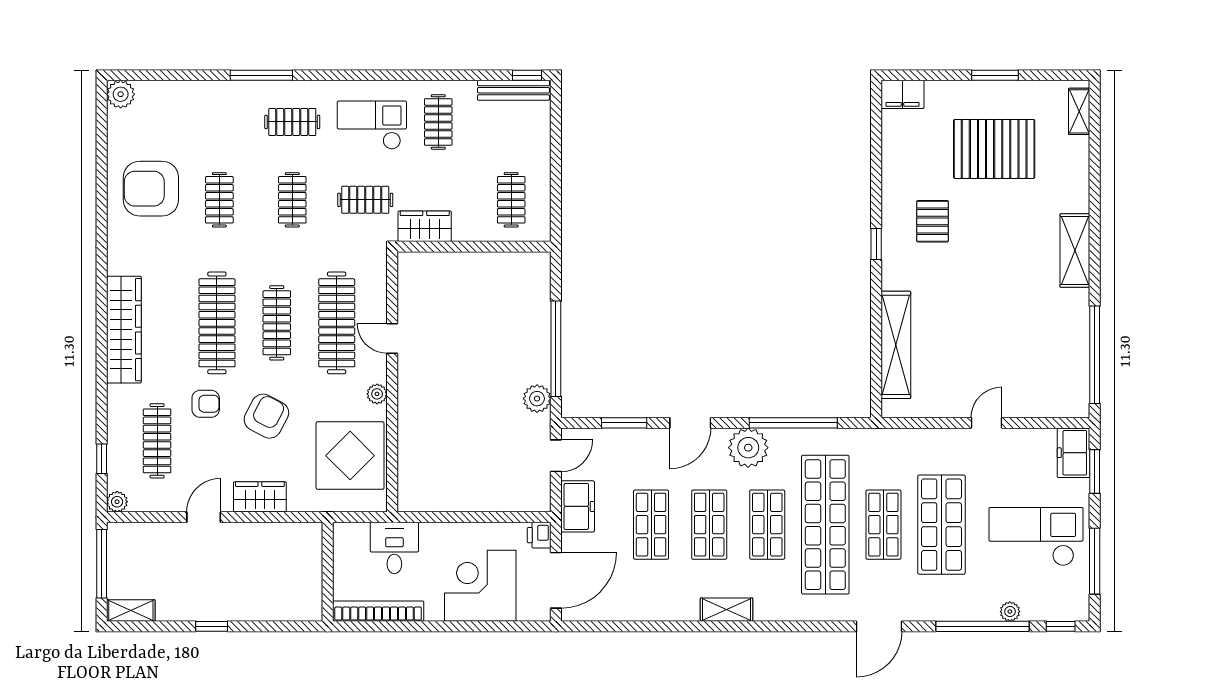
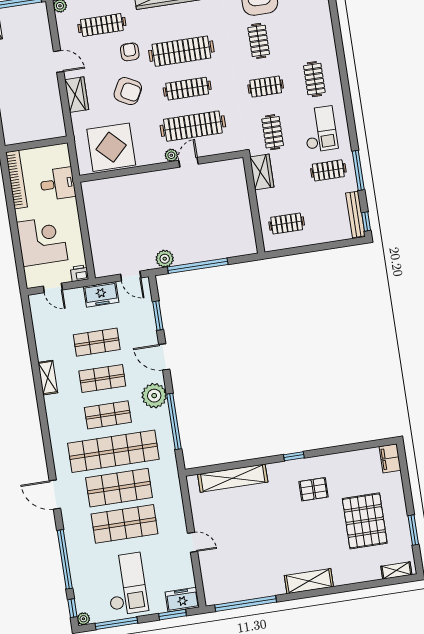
window: (261, 75) -> (358, 170), moved
window: (995, 75) -> (413, 530), moved
clothes rail: (219, 200) -> (259, 41), turned 90
plant: (377, 394) -> (171, 155), moved
armchair: (206, 404) -> (130, 52), turned 180
shop shelf: (883, 525) -> (119, 488), width x1.43, depth x1.36
door: (556, 580) -> (53, 288), width x0.53
shelving: (727, 610) -> (48, 378), moved
plant: (1010, 612) -> (83, 619), moved

